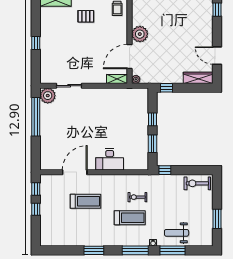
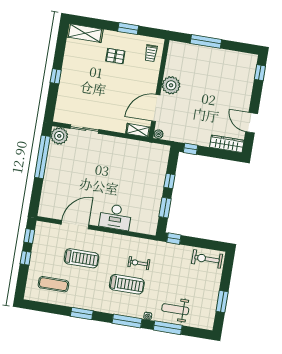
exercise mat: (64, 228) -> (53, 284), added

